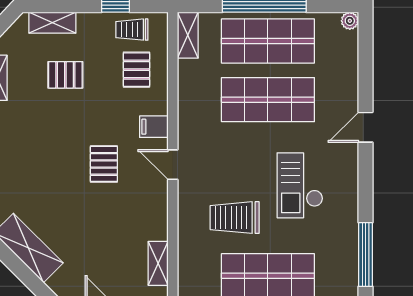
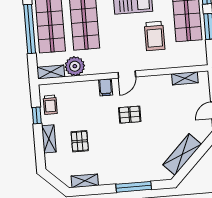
shelving: (52, 23) -> (49, 139), moved
pallet: (136, 70) -> (73, 100), removed
plant: (194, 77) -> (75, 66), added

